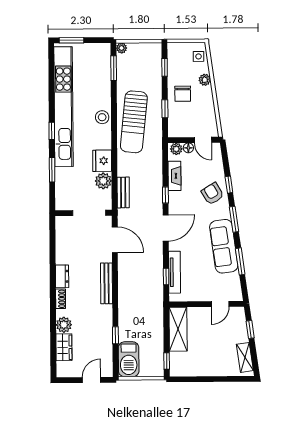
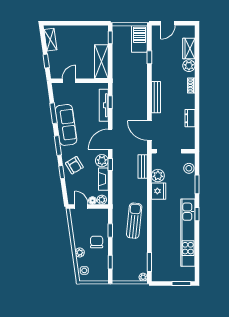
kitchen unit: (64, 107) -> (188, 233), width x0.73
stool: (102, 117) -> (189, 168), moved
sun lounger: (134, 122) -> (134, 221), width x0.73, depth x0.75
plant: (176, 200) -> (102, 161), added
dresser: (62, 276) -> (190, 118), moved

